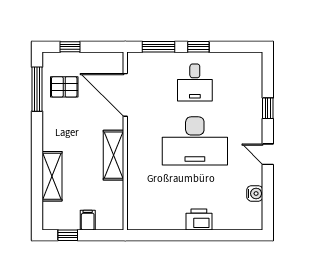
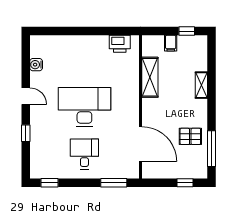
window: (198, 47) -> (50, 183), moved
pallet: (64, 87) -> (190, 136), moved
shelving: (113, 155) -> (150, 77), moved
shelving: (52, 176) -> (201, 85), width x0.67, depth x0.75
printer: (199, 219) -> (120, 44), moved

